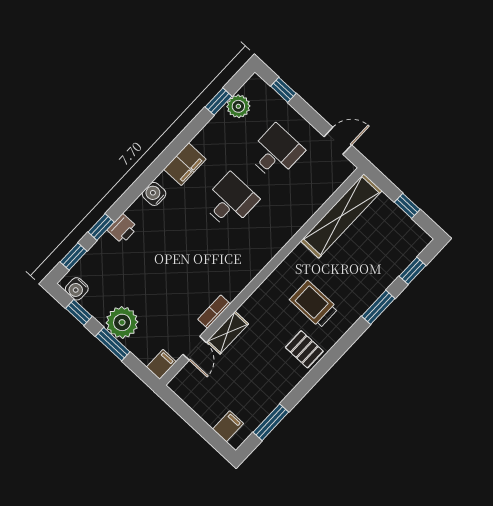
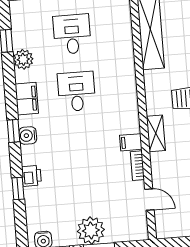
plant: (238, 106) -> (23, 59), moved
window: (73, 256) -> (13, 131), moved
shelving: (228, 333) -> (156, 133), moved
filing cabinet: (161, 364) -> (131, 142), moved, turned -90

